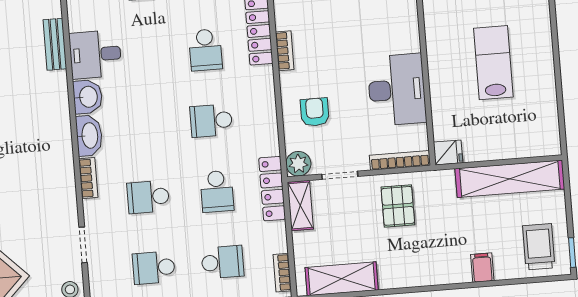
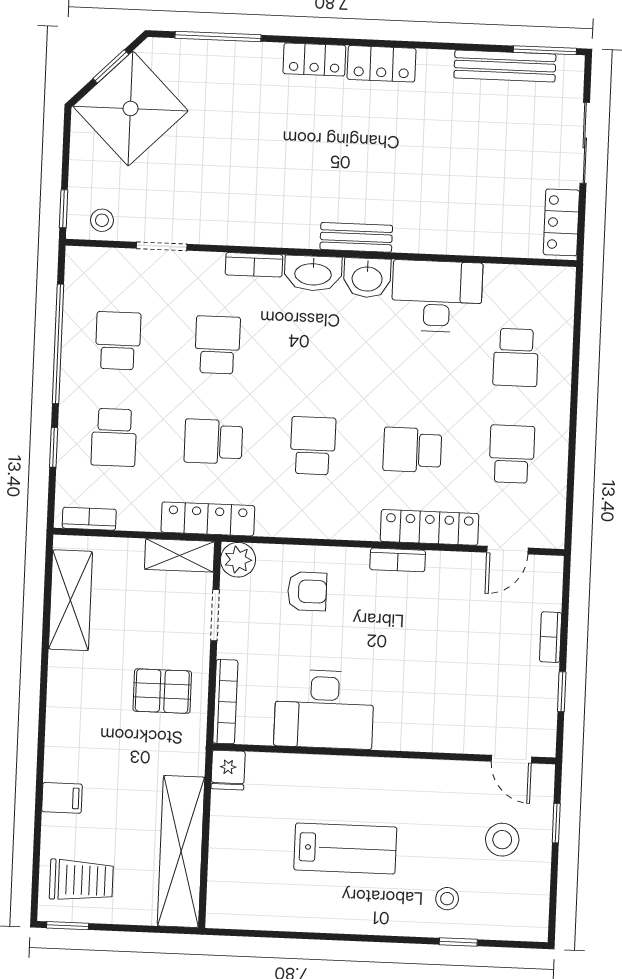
bench: (55, 44) -> (356, 237), moved
desk: (95, 54) -> (437, 296), width x1.37

